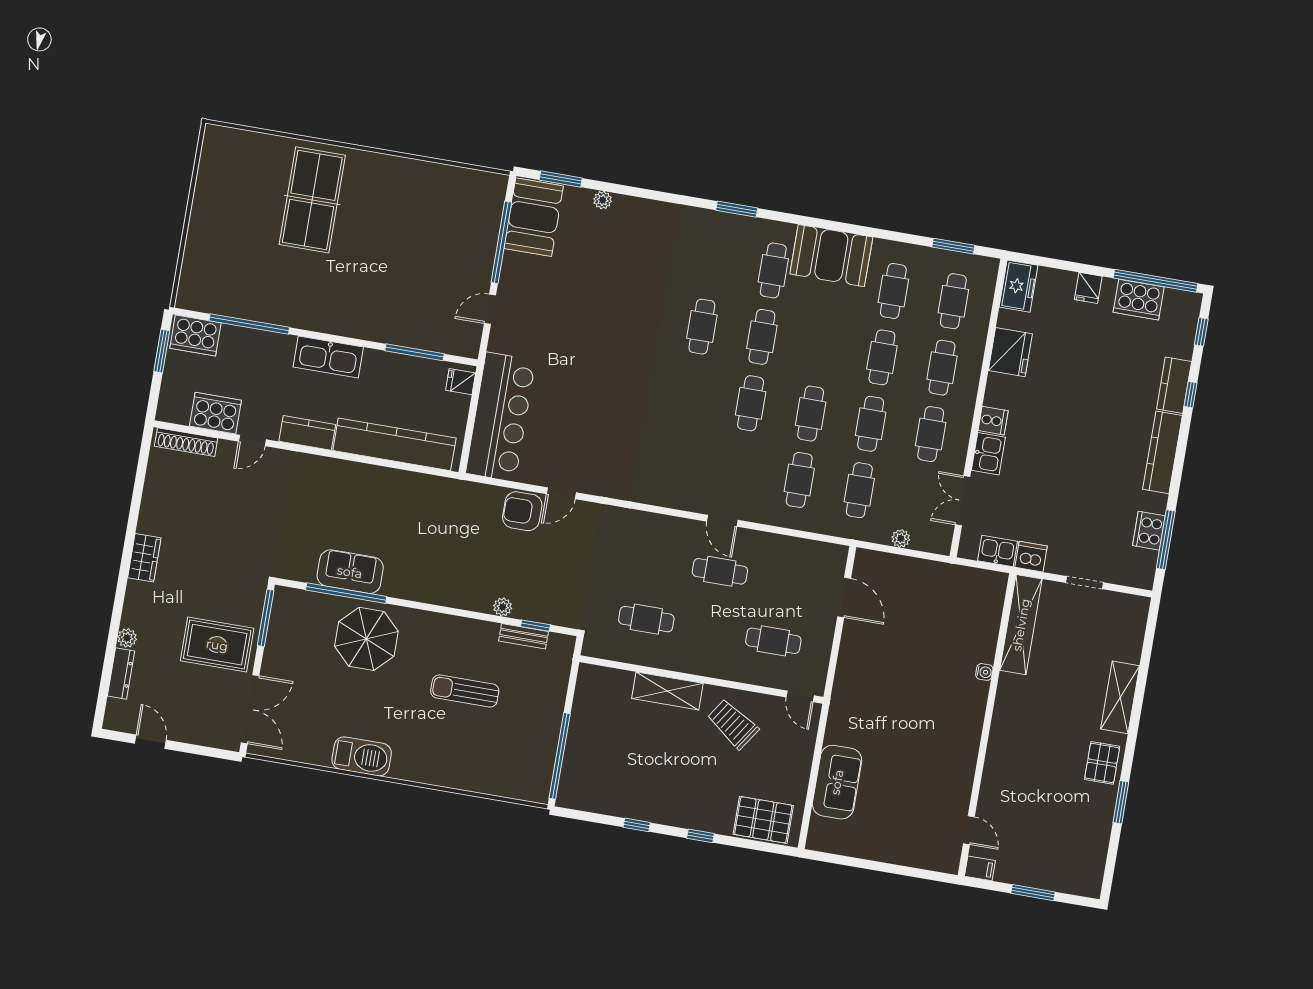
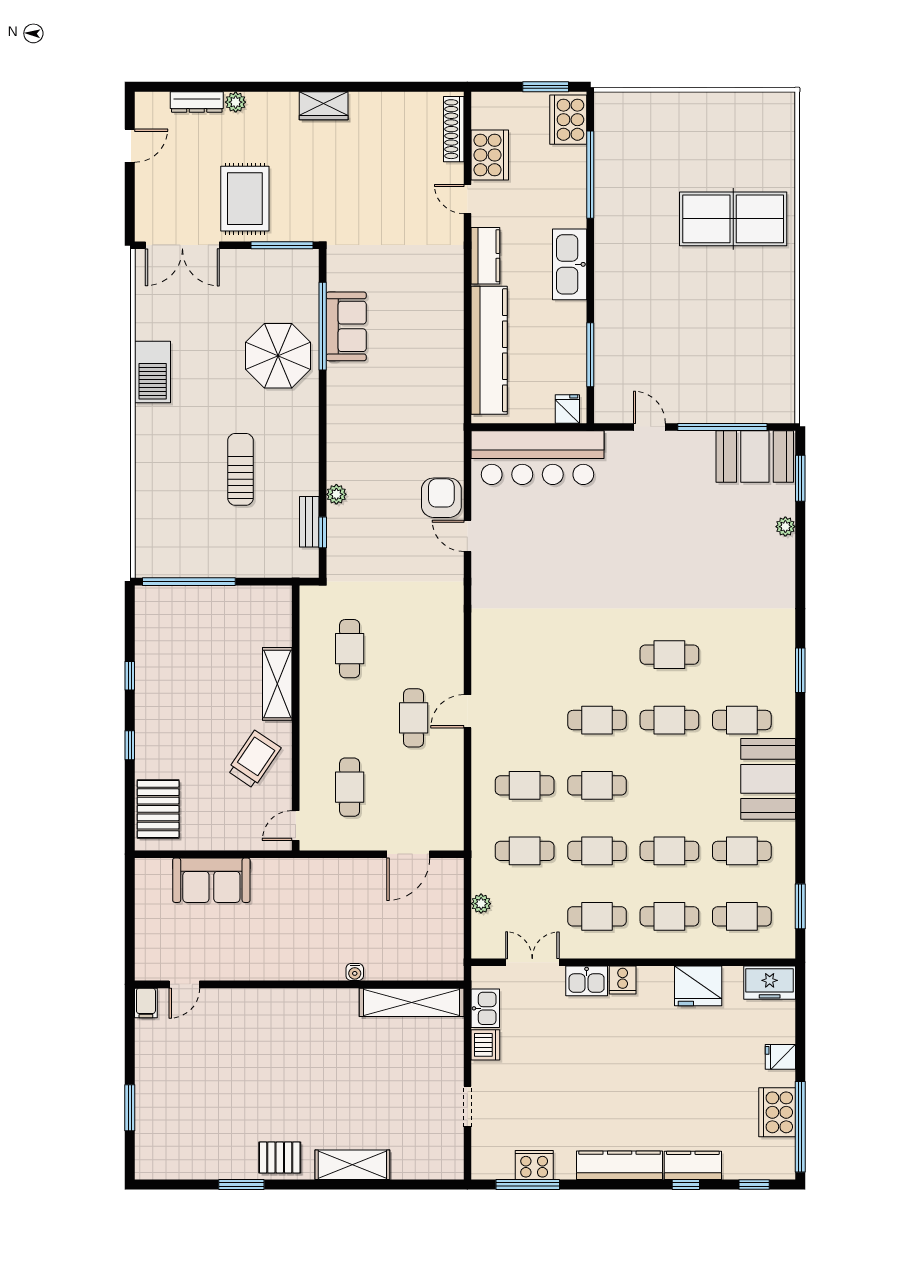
shelving: (1021, 625) -> (412, 1002), moved
water cooler: (984, 672) -> (355, 972), moved
wall: (987, 725) -> (299, 984), moved
door: (969, 830) -> (184, 984), moved
filing cabinet: (980, 868) -> (146, 1003), moved

